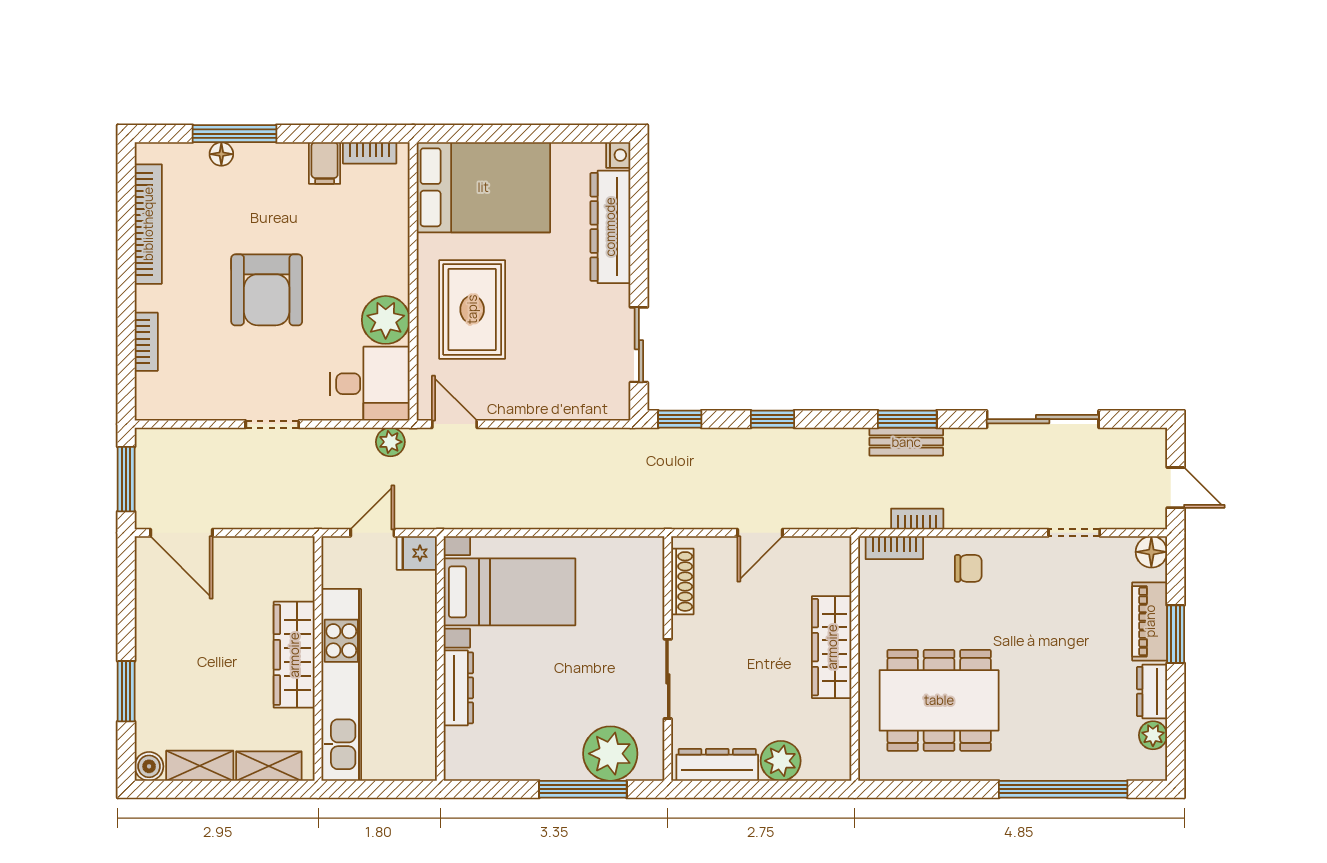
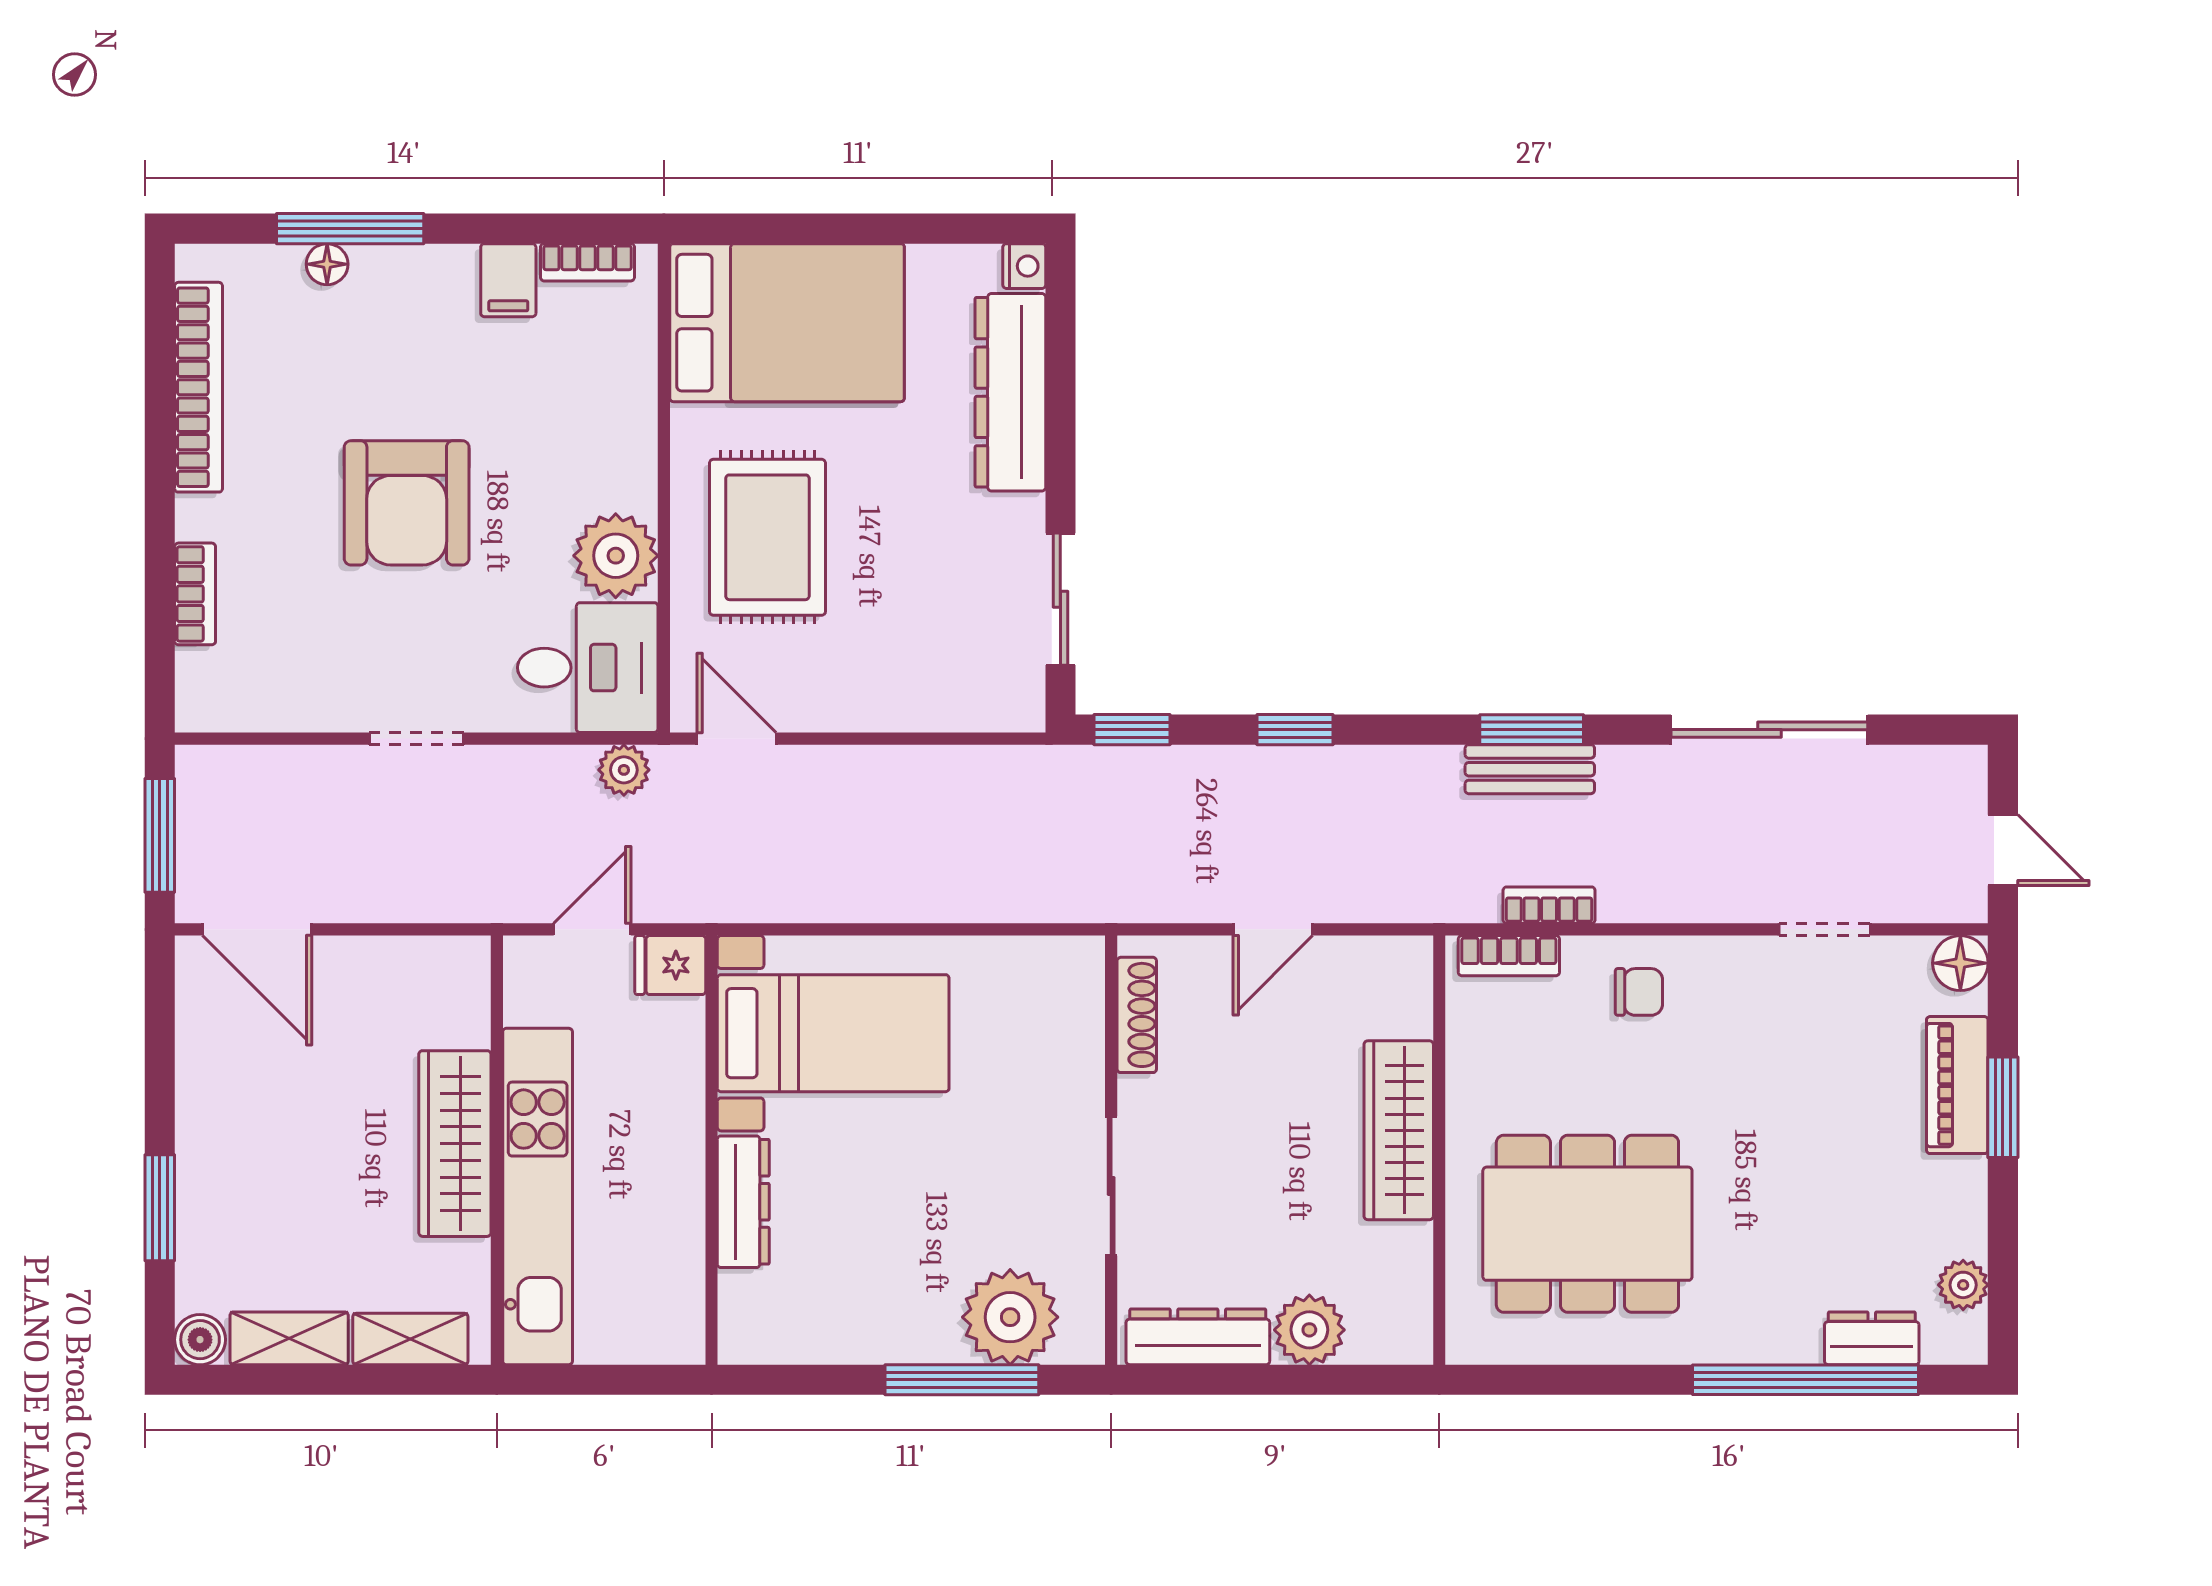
dresser: (1152, 692) -> (1872, 1338), moved, turned 90

